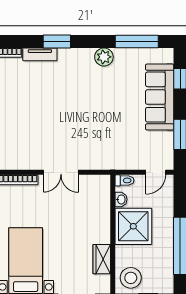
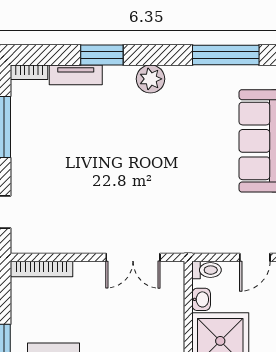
plant: (104, 57) -> (151, 79), moved
double door: (61, 172) -> (133, 257), moved

